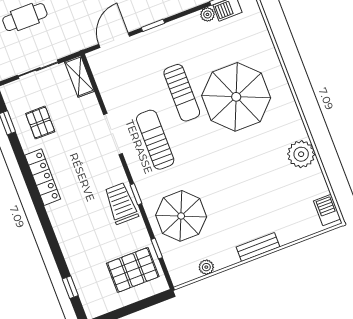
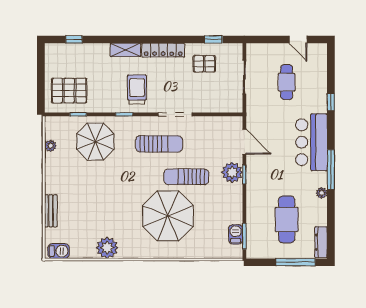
plant: (207, 14) -> (232, 172), moved, width x1.88, depth x1.88
shelving: (79, 76) -> (125, 50), moved
trolley: (121, 203) -> (137, 90), moved, turned -90
bench: (258, 247) -> (51, 211), moved
pallet: (133, 270) -> (69, 91), turned 90

